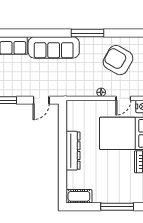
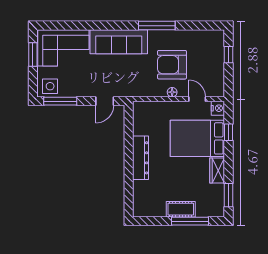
armchair: (118, 60) -> (172, 65), moved, turned -30
door: (123, 98) -> (197, 99), swing flipped
cot: (79, 196) -> (181, 209), moved

